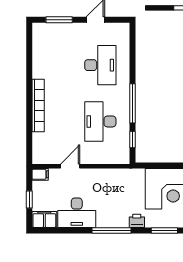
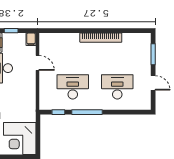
desk: (100, 65) -> (117, 87), turned 180
bookcase: (38, 105) -> (101, 38), moved

